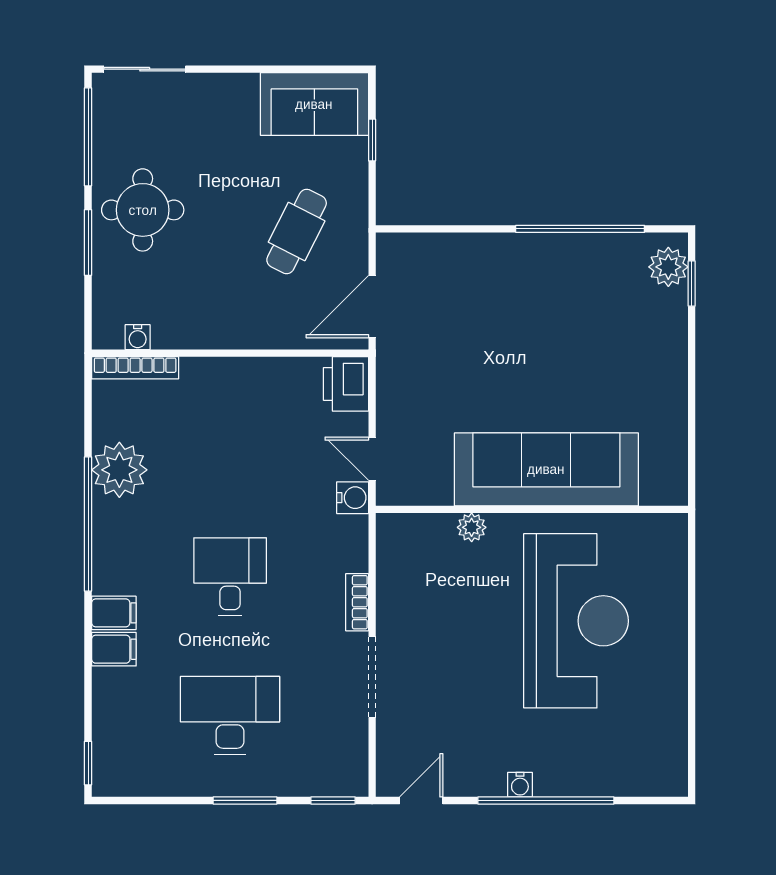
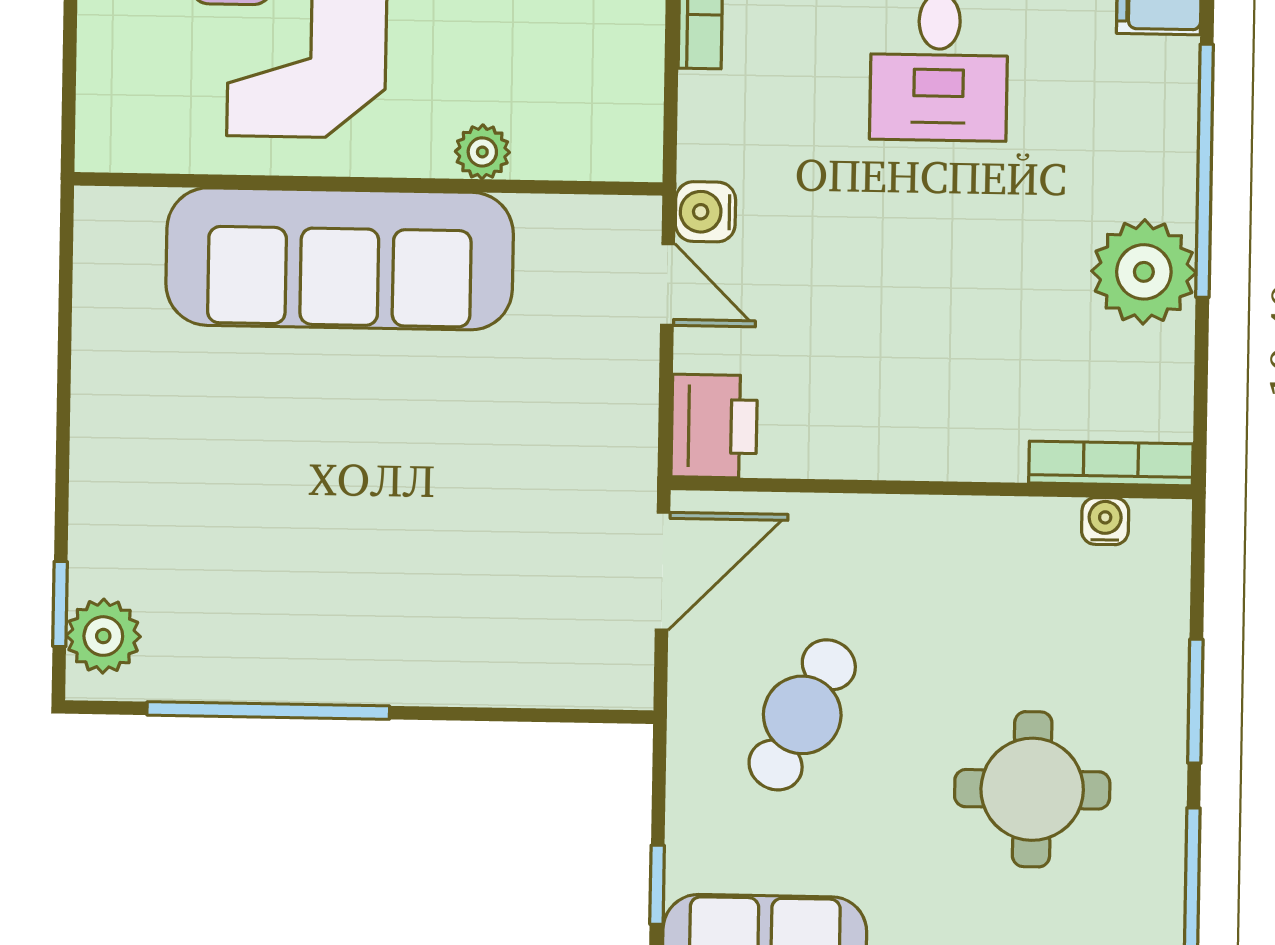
round table: (143, 210) -> (1032, 789), moved

